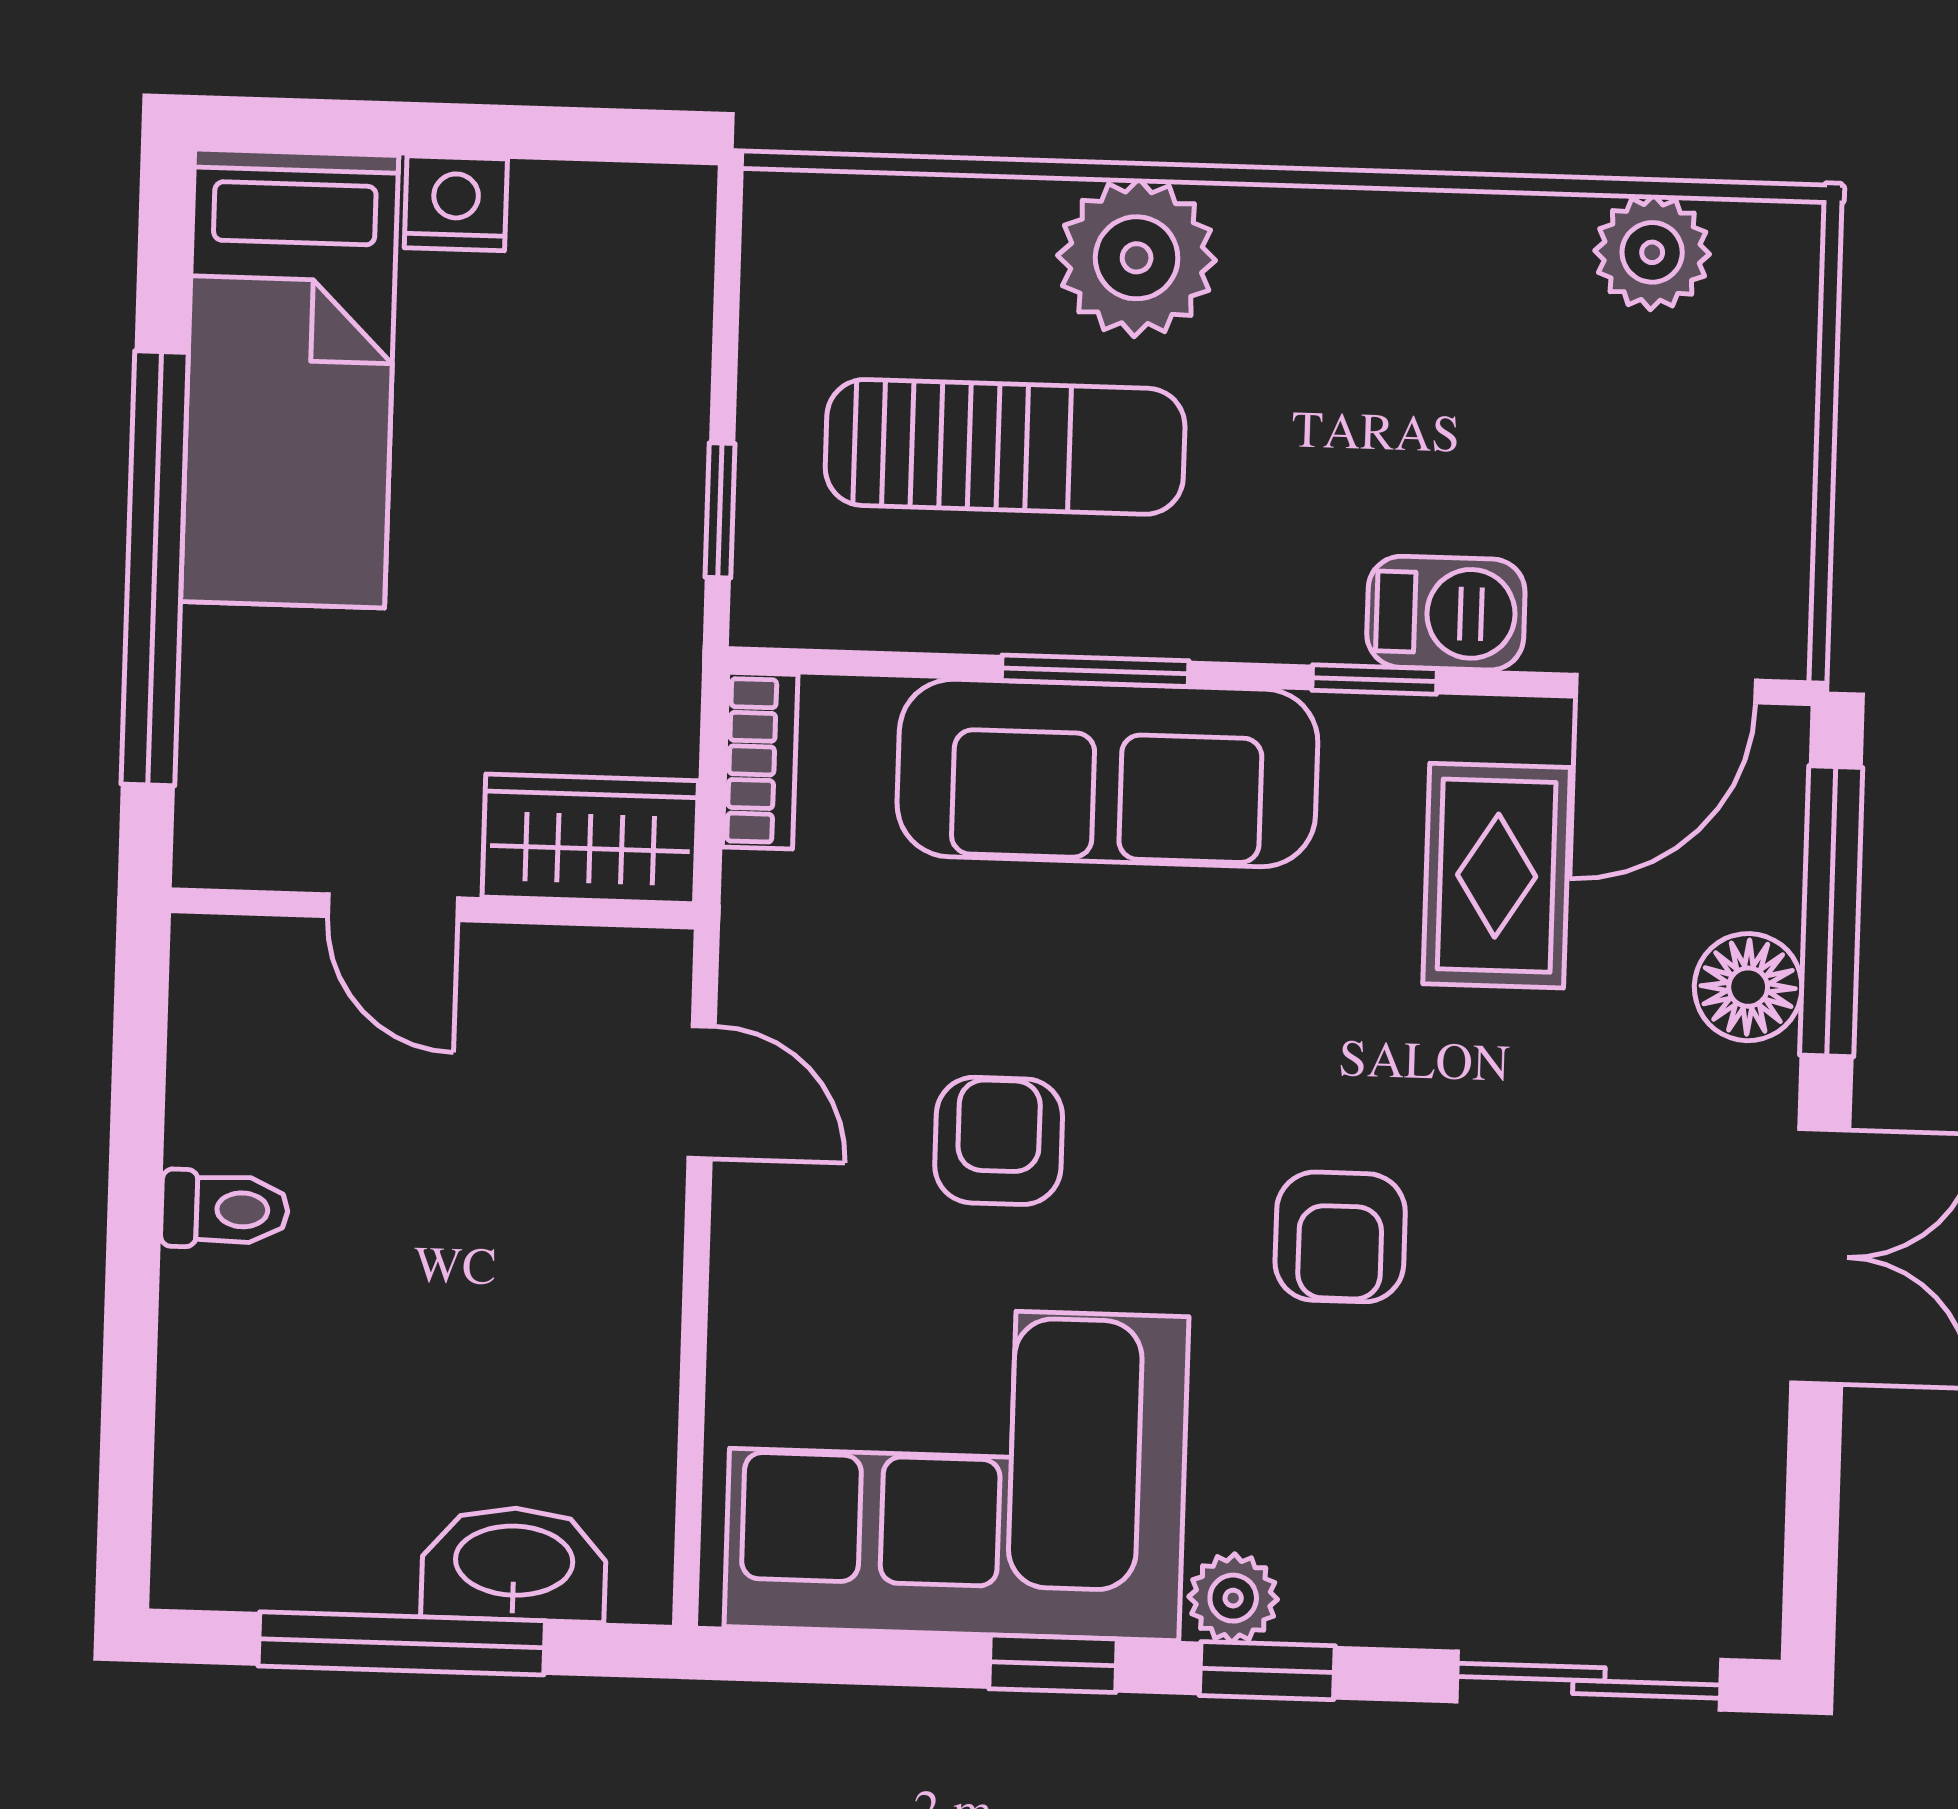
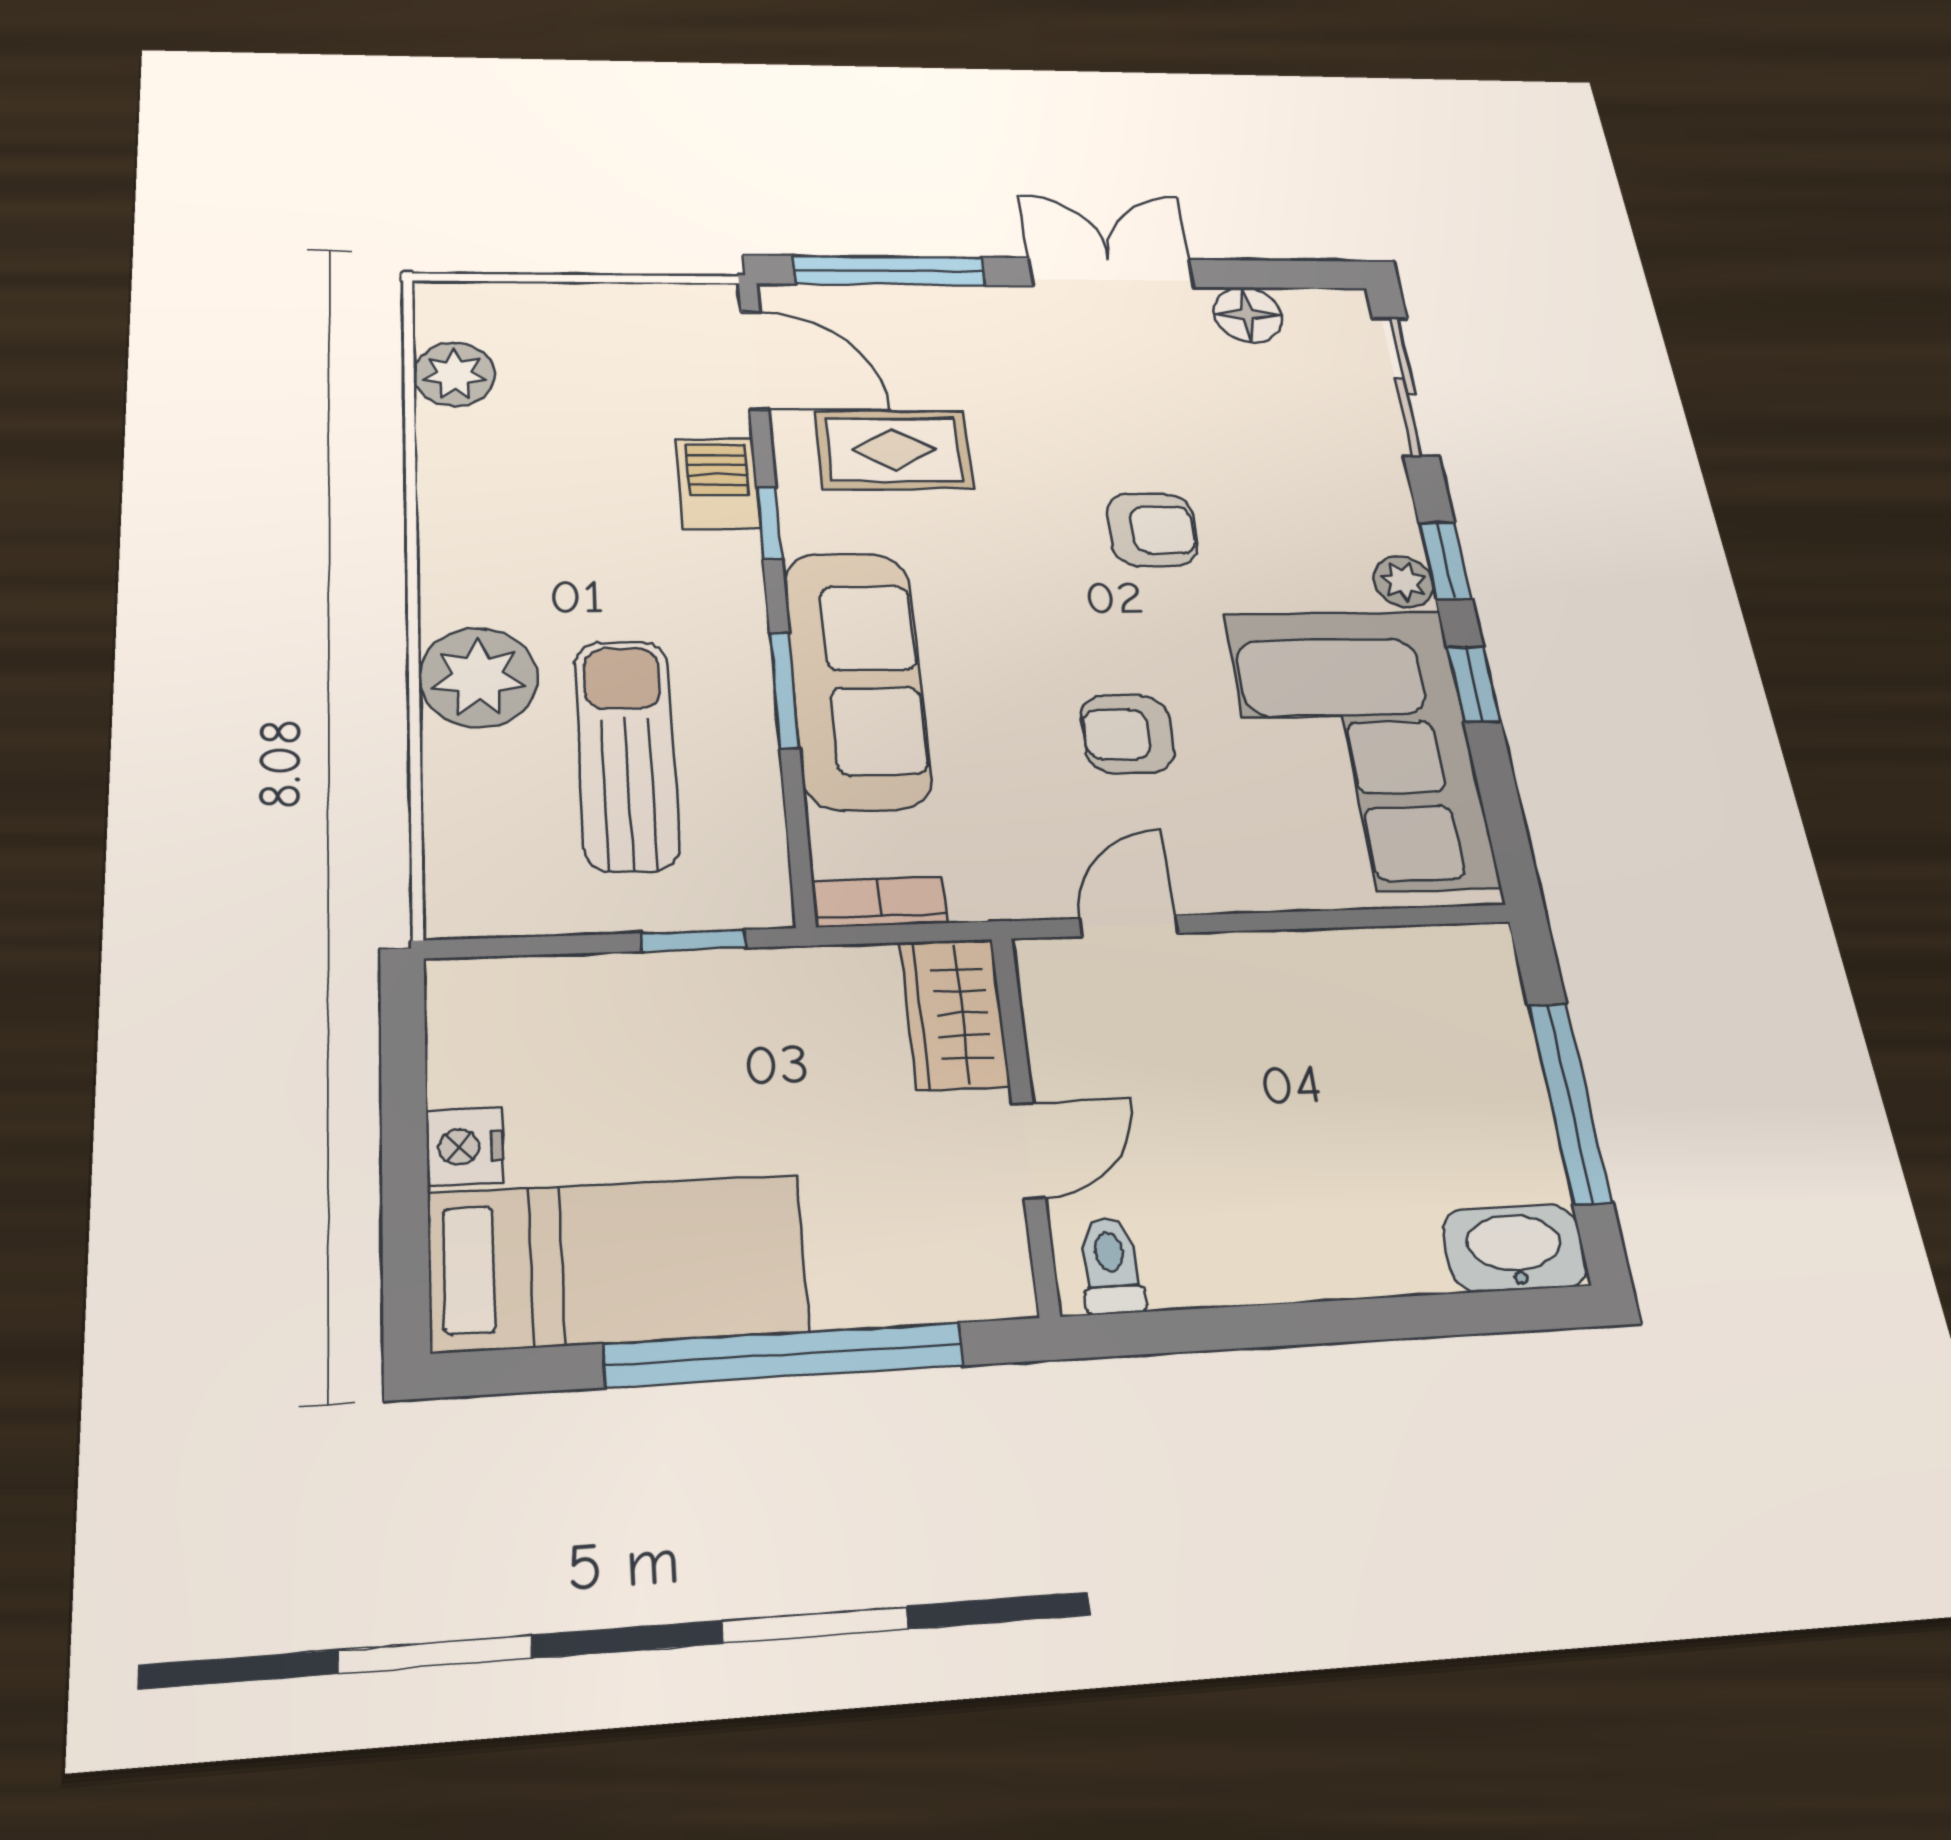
floor lamp: (1748, 987) -> (1248, 315), moved
toilet: (225, 1209) -> (1111, 1265), moved
washbasin: (514, 1564) -> (1515, 1248), moved, turned 90

